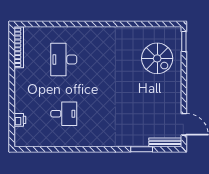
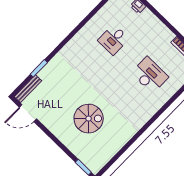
spiral stairs: (157, 58) -> (89, 119), moved, turned 180

